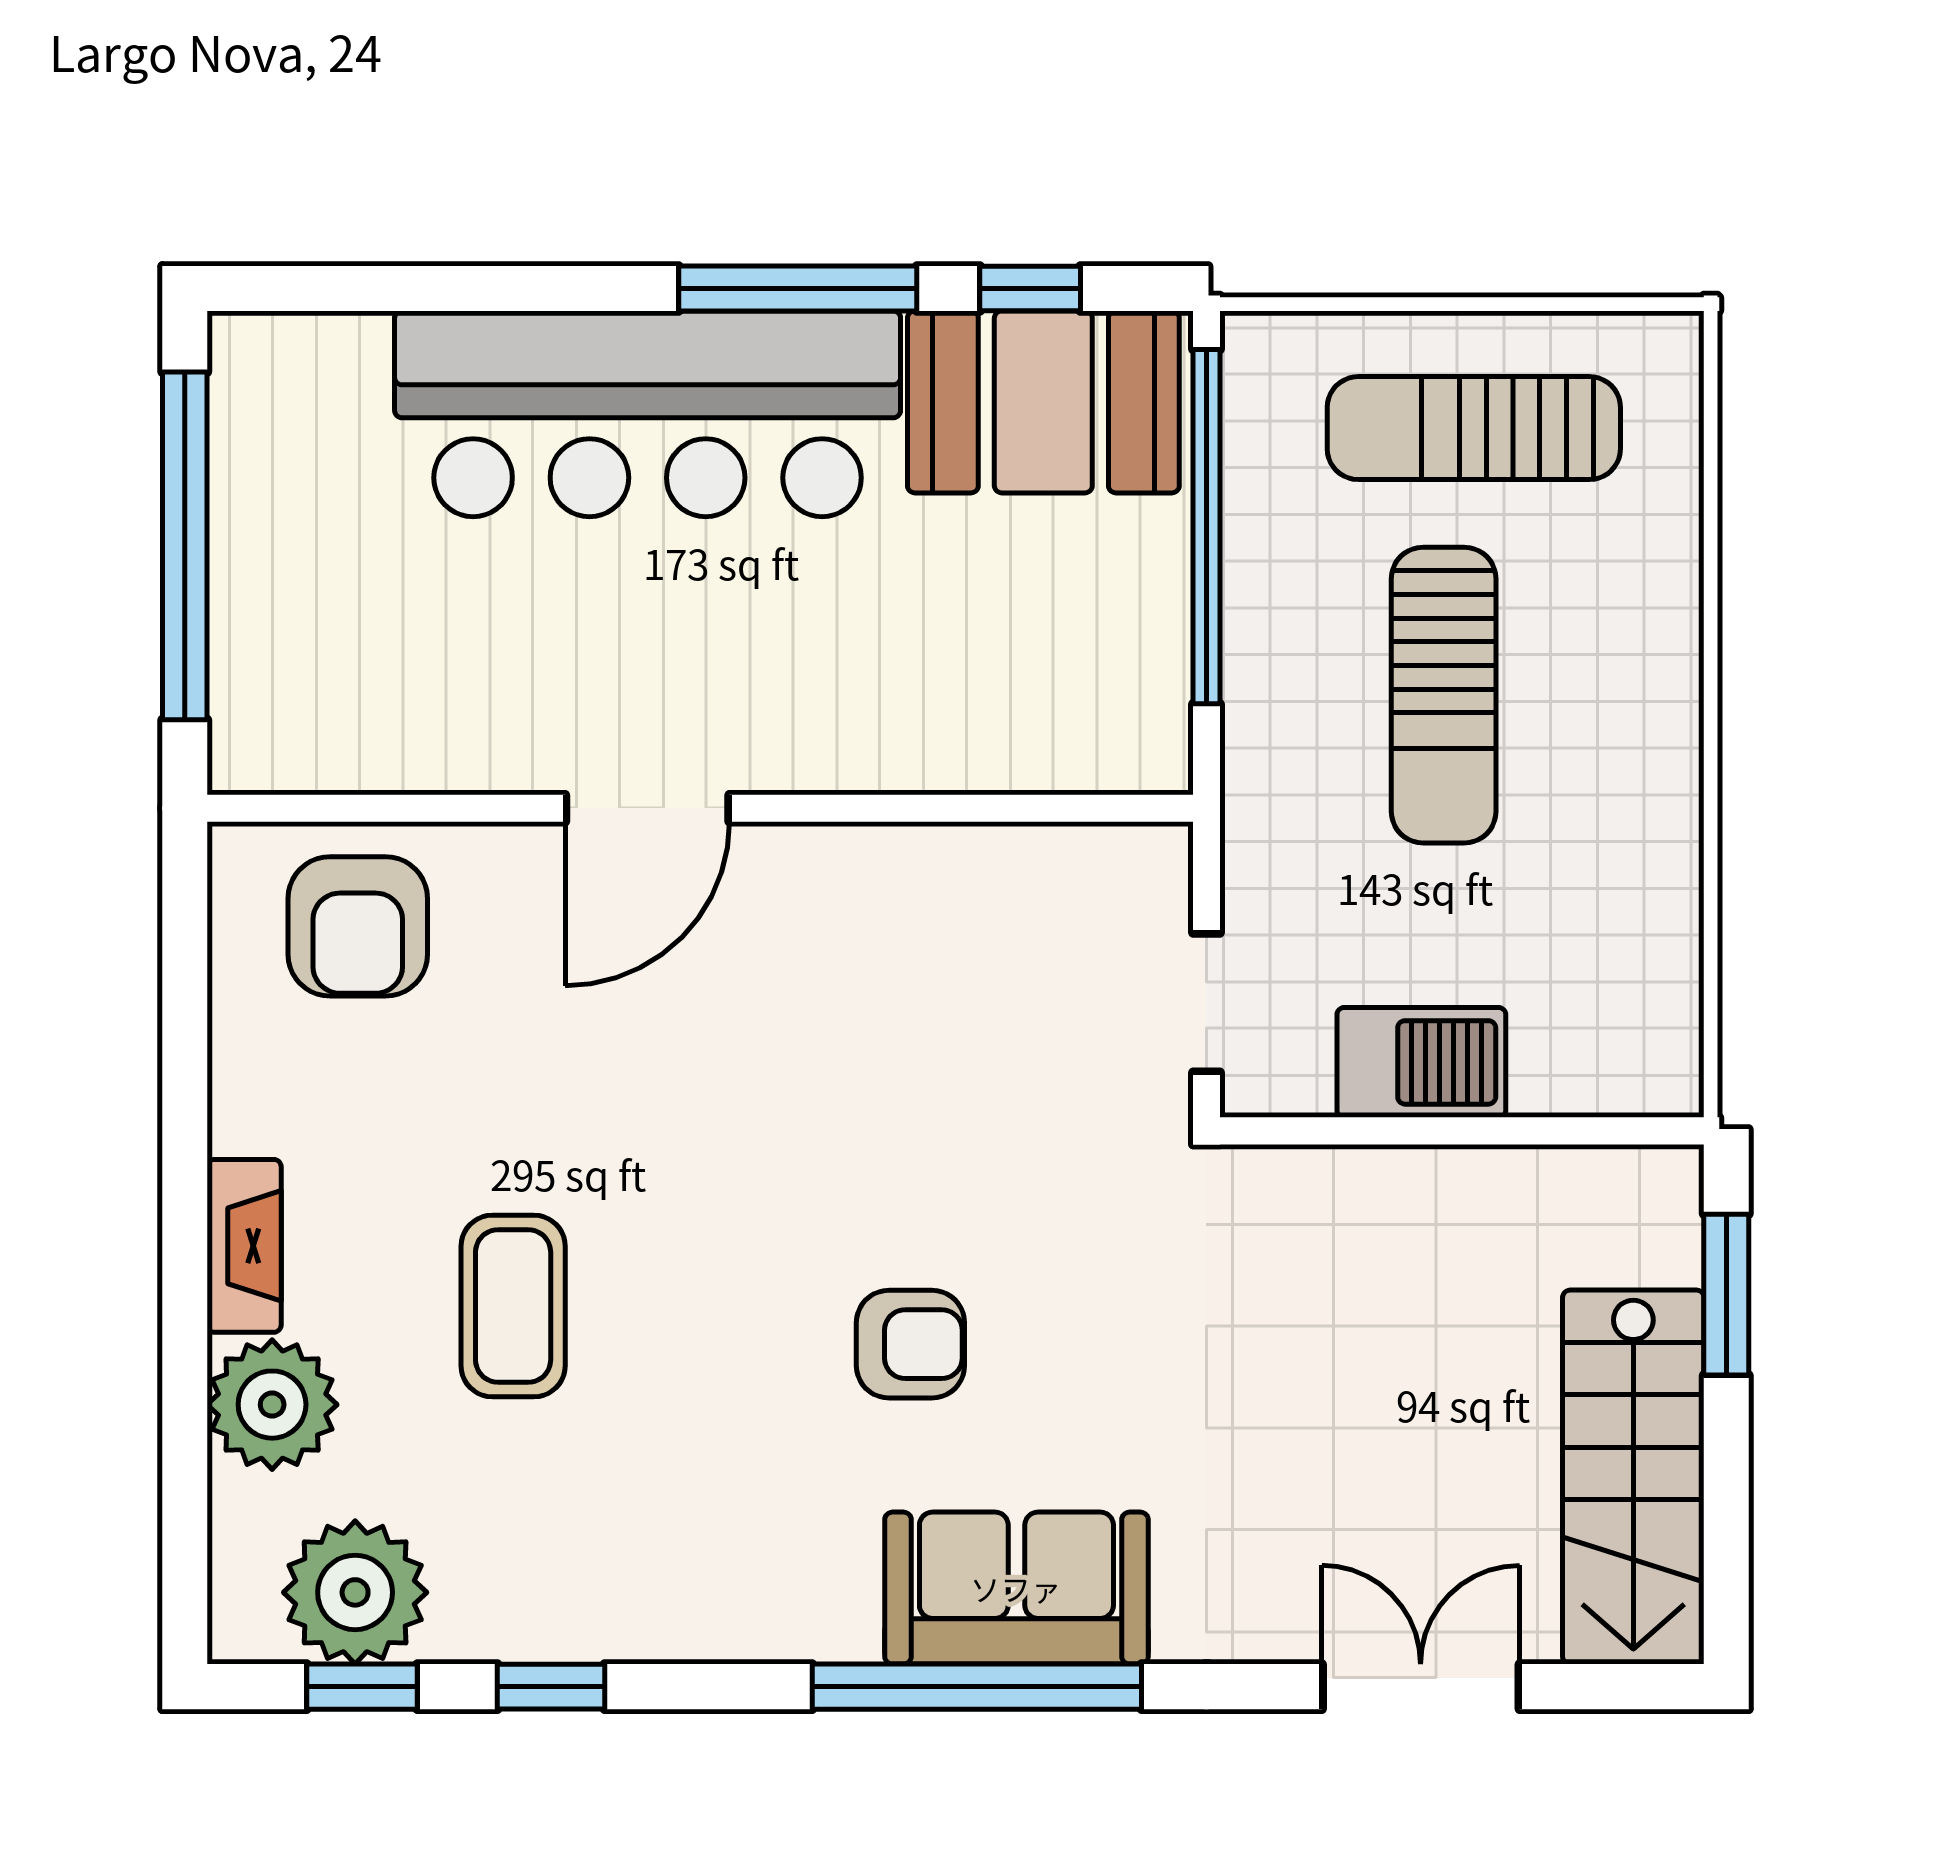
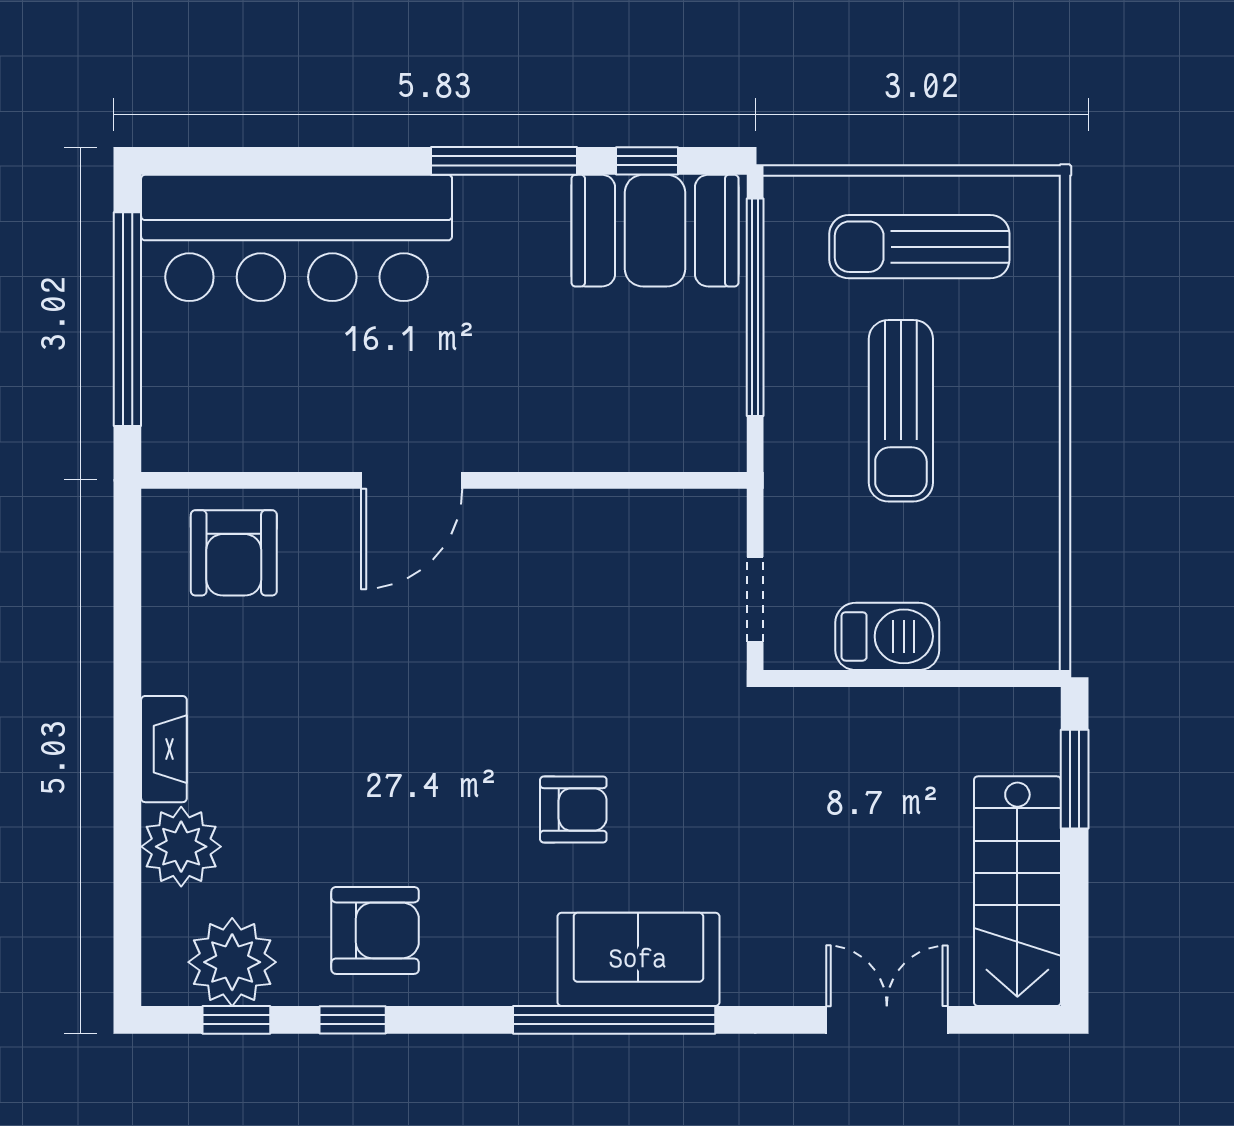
bar counter: (648, 414) -> (297, 238), moved
coffee table: (513, 1306) -> (329, 786), removed
armchair: (588, 1541) -> (375, 930), added

